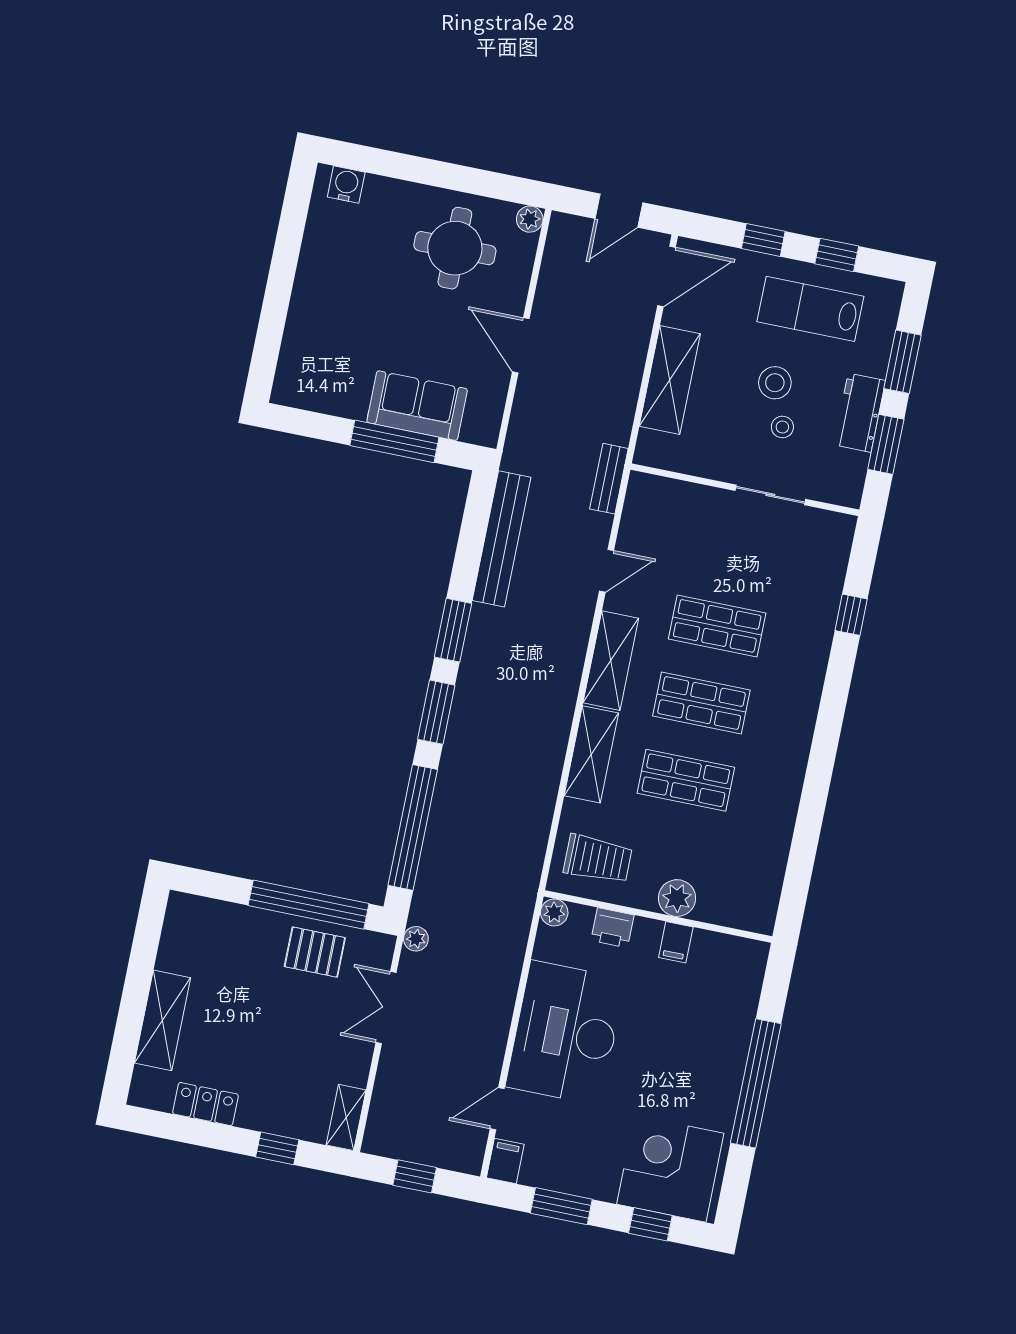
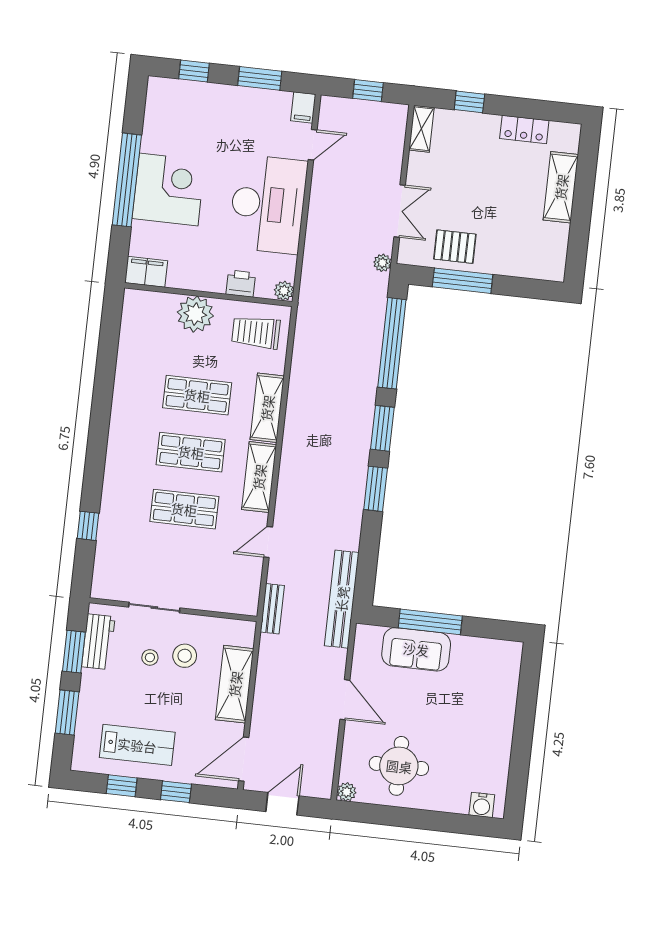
stool: (775, 383) -> (185, 656), moved
workbench: (860, 413) -> (98, 642), moved
bench: (502, 539) -> (342, 599), moved
plant: (677, 898) -> (195, 314), width x1.36, depth x1.36
window: (309, 905) -> (463, 281), width x0.68
filing cabinet: (676, 942) -> (146, 272), moved, width x2.00
corner desk: (670, 1169) -> (169, 189), moved, turned -90

